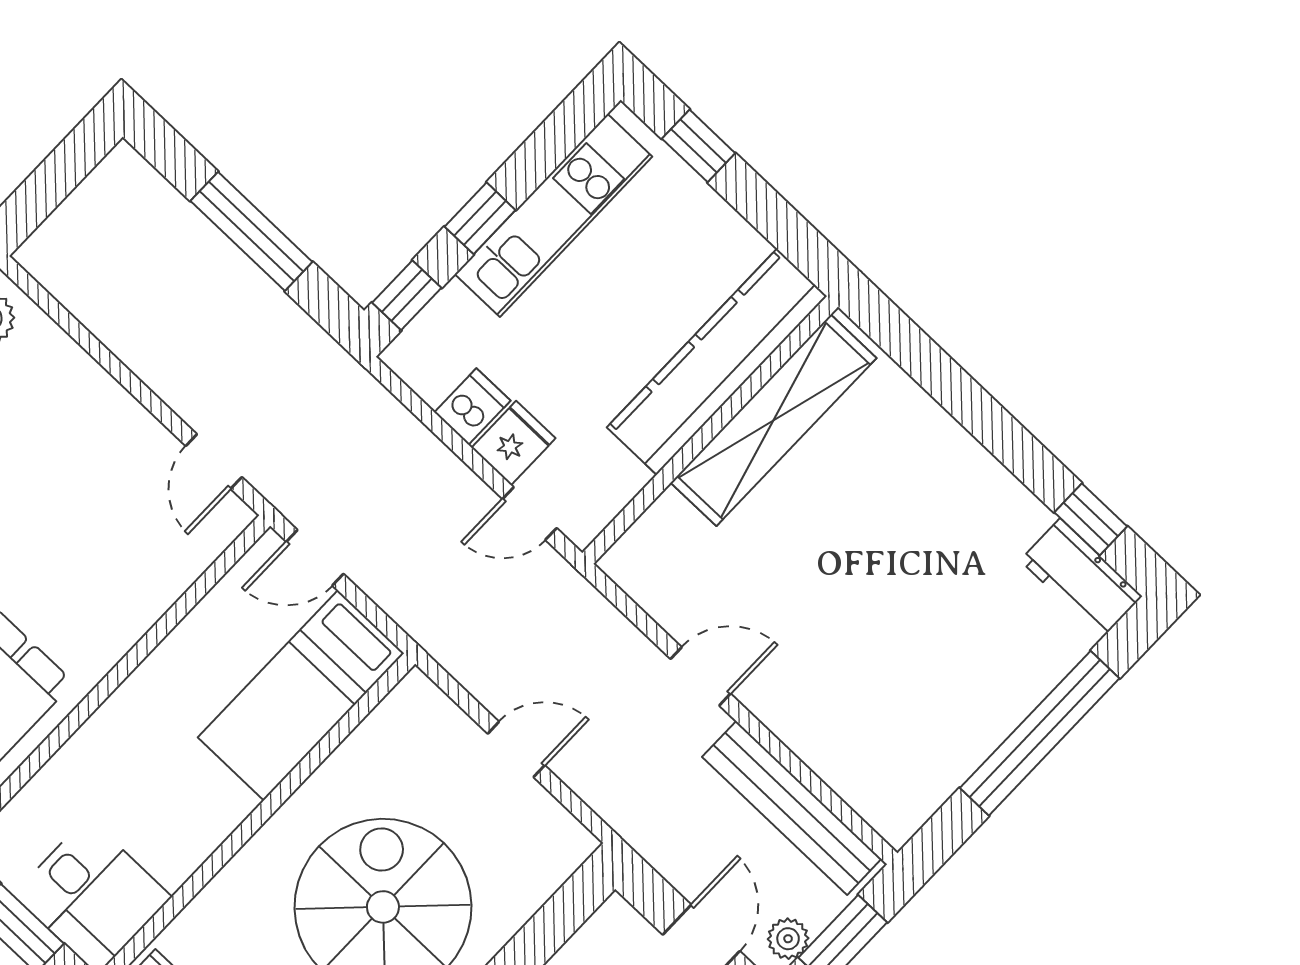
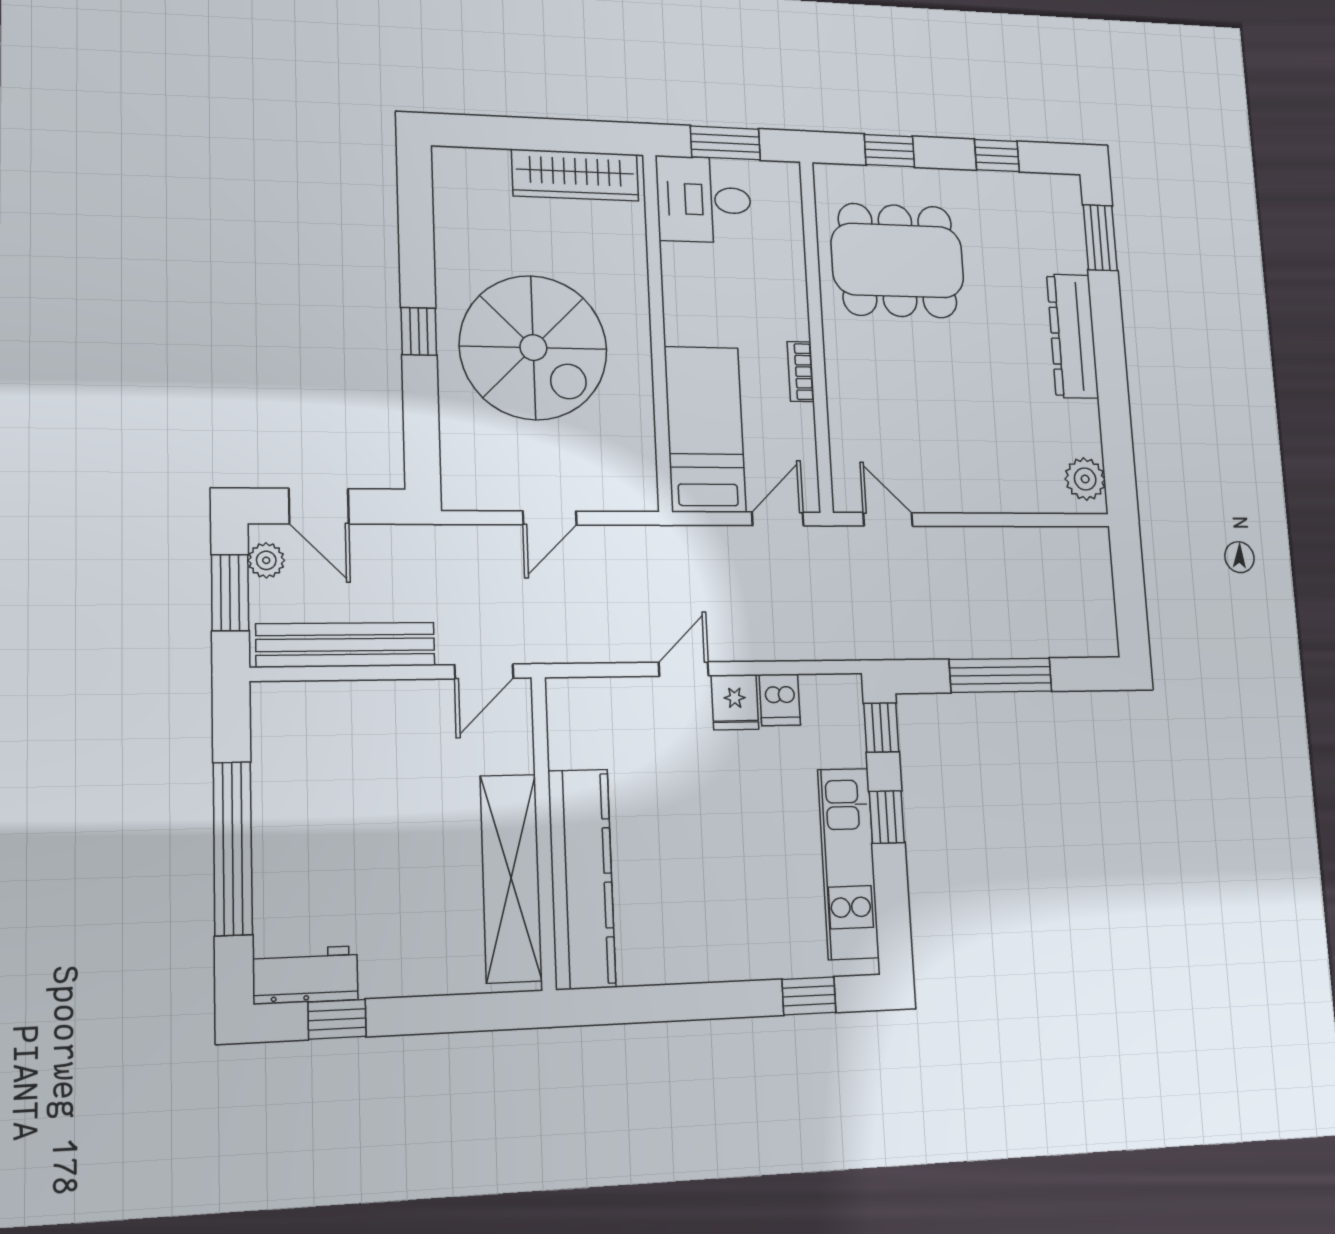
kitchen counter: (717, 362) -> (582, 879), moved
shelving: (774, 420) -> (511, 878), moved
wall: (710, 430) -> (544, 832), moved
bookcase: (160, 663) -> (801, 372), added

